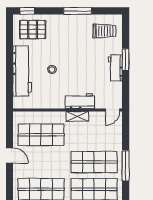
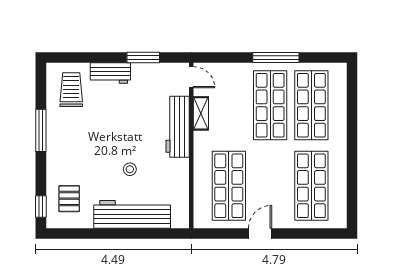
pallet: (33, 30) -> (69, 199), width x0.67, depth x0.71
window: (126, 60) -> (143, 58), moved
workbench: (115, 68) -> (110, 73), moved
workbench: (80, 101) -> (178, 127), width x1.38
shelving: (77, 116) -> (201, 113), moved

